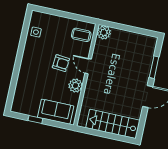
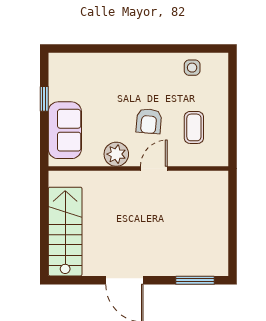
plant: (104, 33) -> (216, 183), removed
coffee table: (81, 35) -> (194, 127), moved
window: (154, 67) -> (195, 280), moved

